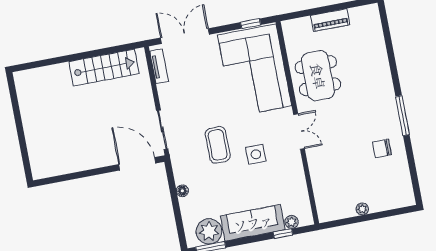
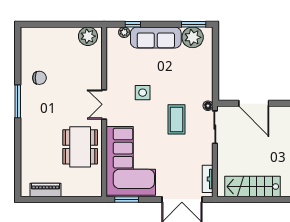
piano: (330, 20) -> (45, 190), moved
window: (251, 24) -> (127, 200), width x1.50
coffee table: (218, 145) -> (177, 119), moved
door: (137, 164) -> (254, 103), moved
floor lamp: (182, 191) -> (208, 106), moved
plant: (362, 209) -> (88, 36), moved, width x1.87, depth x1.87

